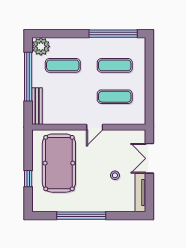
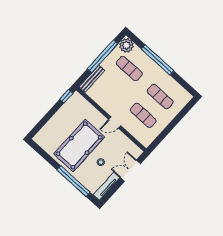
window: (113, 34) -> (158, 60), moved
pool table: (59, 163) -> (79, 145), moved
window: (28, 179) -> (66, 96), moved
window: (81, 216) -> (73, 181), moved

